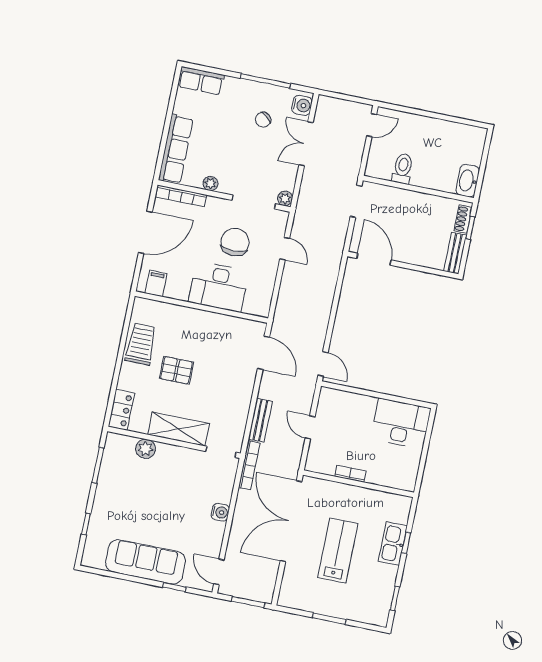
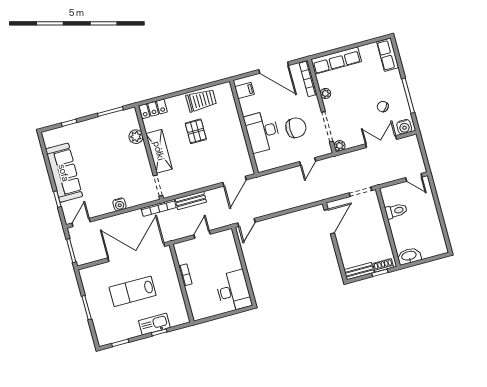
lab bench: (338, 550) -> (133, 291), turned 180

